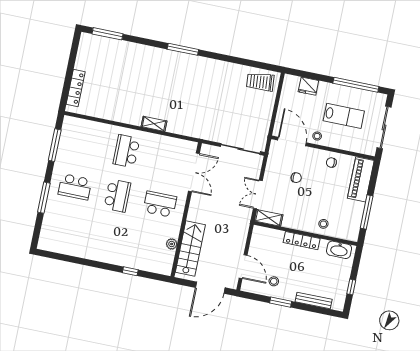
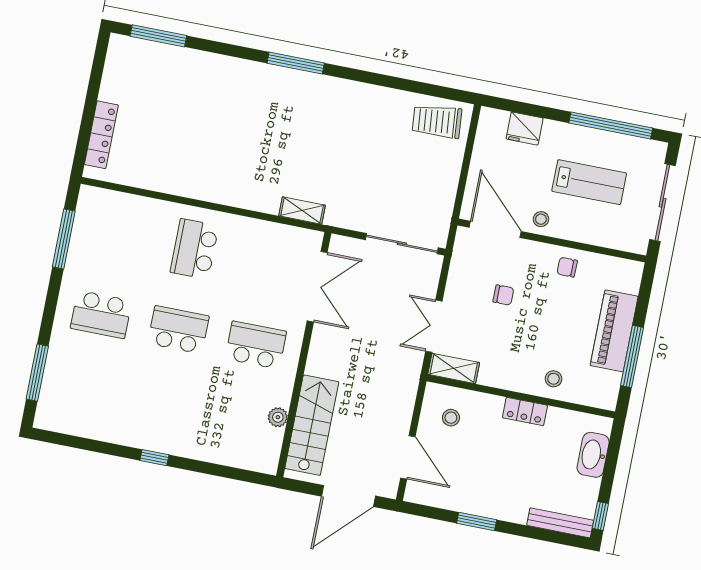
shelving: (154, 124) -> (302, 210), moved
piano: (361, 179) -> (614, 331), moved
school desk: (117, 195) -> (178, 330), turned -90
window: (44, 198) -> (37, 373), moved
locker: (302, 241) -> (525, 412), width x0.66
washbasin: (339, 250) -> (593, 455), moved, turned 90
window: (130, 271) -> (154, 458), moved
stool: (274, 281) -> (451, 418), moved
window: (351, 287) -> (600, 516), moved
bench: (314, 301) -> (560, 523), moved

